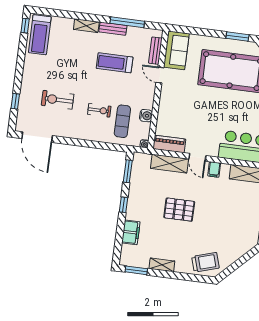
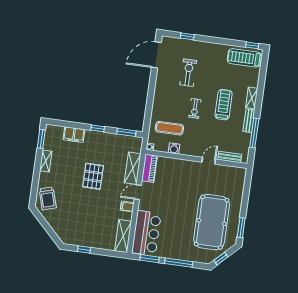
sofa: (176, 50) -> (230, 175), removed
treadmill: (115, 63) -> (224, 105), moved
exercise bike: (99, 110) -> (195, 108), moved

